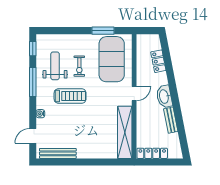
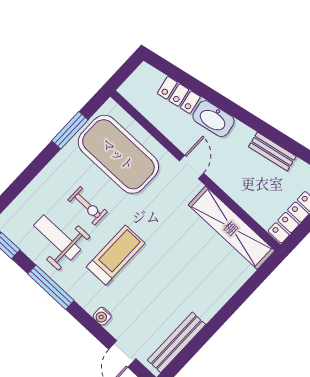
washbasin: (164, 96) -> (213, 119), moved

